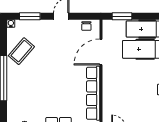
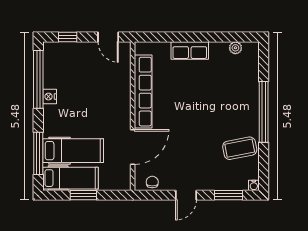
window: (122, 16) -> (83, 195), moved
coffee table: (21, 51) -> (240, 148), turned 38

